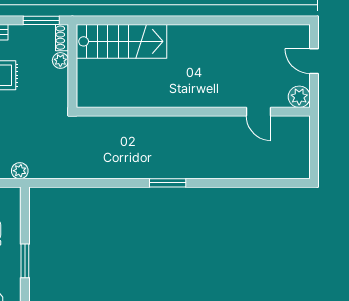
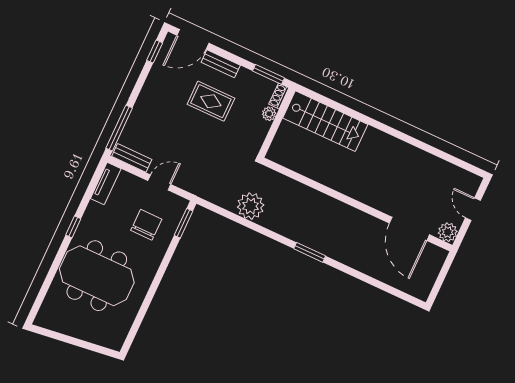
door: (258, 112) -> (409, 229), width x1.88
plant: (20, 171) -> (251, 206), moved, width x1.87, depth x1.87
window: (25, 261) -> (183, 223), moved

